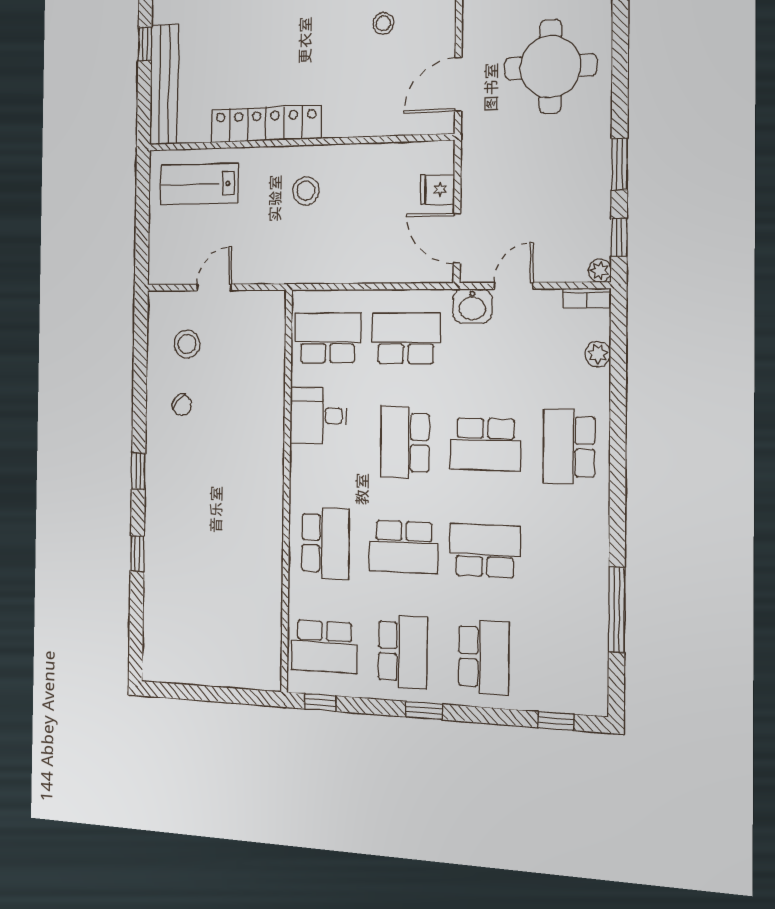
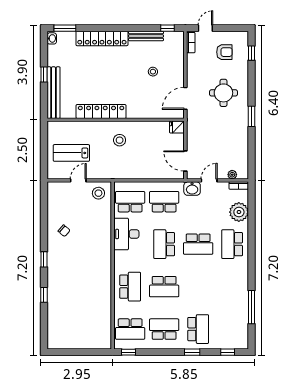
round table: (550, 67) -> (223, 93), width x0.73, depth x0.73
window: (619, 164) -> (251, 116), moved
lab bench: (199, 184) -> (71, 153), moved
fridge: (437, 189) -> (177, 127), moved
window: (619, 237) -> (251, 162), removed
plant: (600, 271) -> (232, 175), moved
stool: (187, 344) -> (98, 193), moved
plant: (598, 354) -> (239, 212), width x1.88, depth x1.88
desk: (318, 416) -> (126, 234), width x1.37
school desk: (485, 551) -> (198, 287), removed
school desk: (403, 652) -> (164, 329), turned -90
window: (424, 711) -> (192, 352), moved

